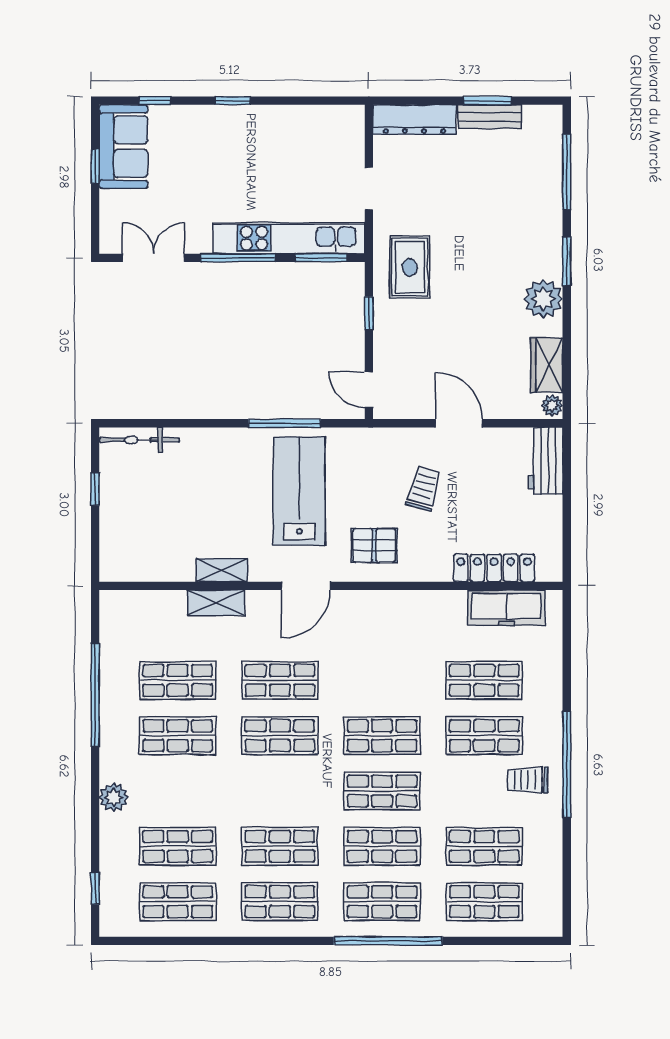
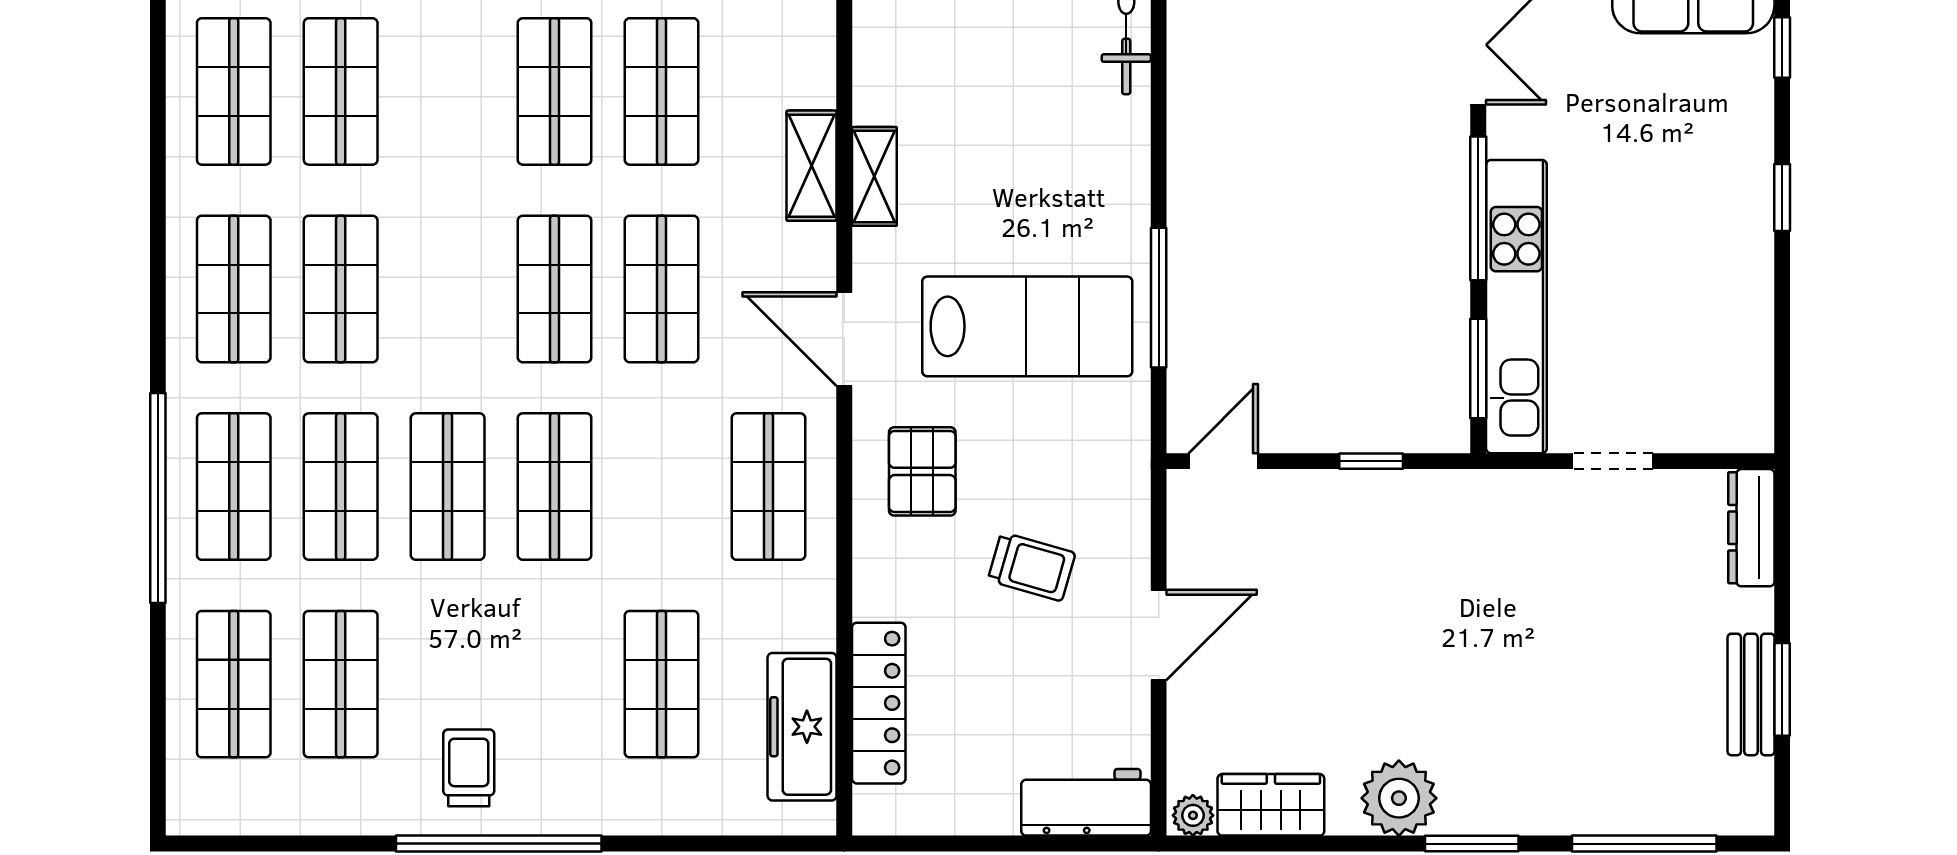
dresser: (414, 120) -> (1751, 528), width x0.73, depth x0.80
rug: (410, 267) -> (1460, 540), removed
shop shelf: (484, 736) -> (768, 487), moved

